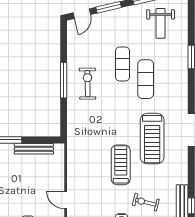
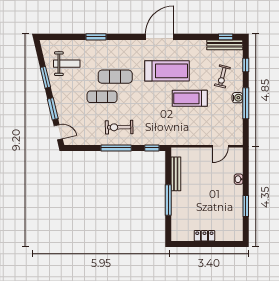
window: (64, 121) -> (152, 148), added

